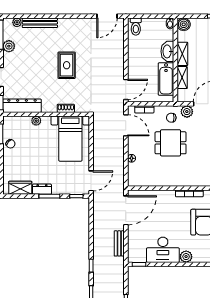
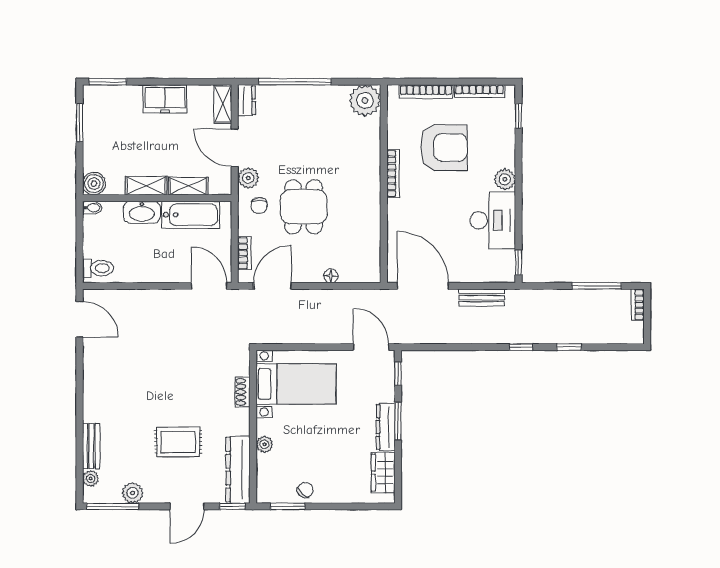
bench: (40, 23) -> (91, 446), width x0.73
rug: (67, 65) -> (178, 442), moved
dresser: (42, 189) -> (386, 427), width x1.44

